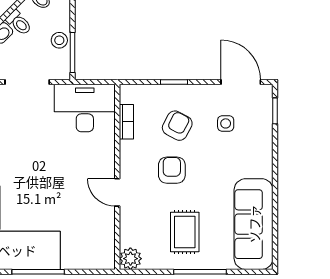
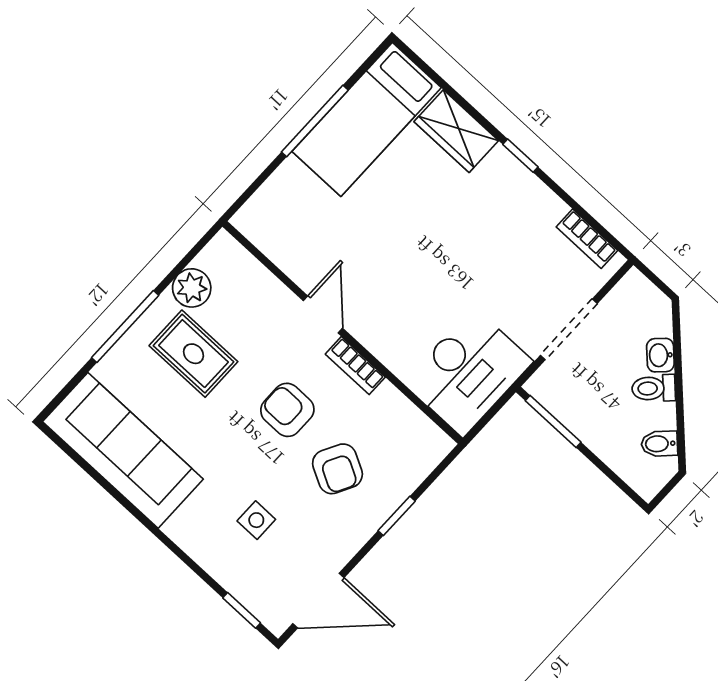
stool: (59, 40) -> (584, 419), removed
bookcase: (126, 122) -> (355, 366), moved
side table: (226, 123) -> (256, 520), moved
armchair: (172, 170) -> (287, 410), turned 180
door: (117, 192) -> (323, 314), hinge flipped
plant: (130, 259) -> (192, 288), moved

